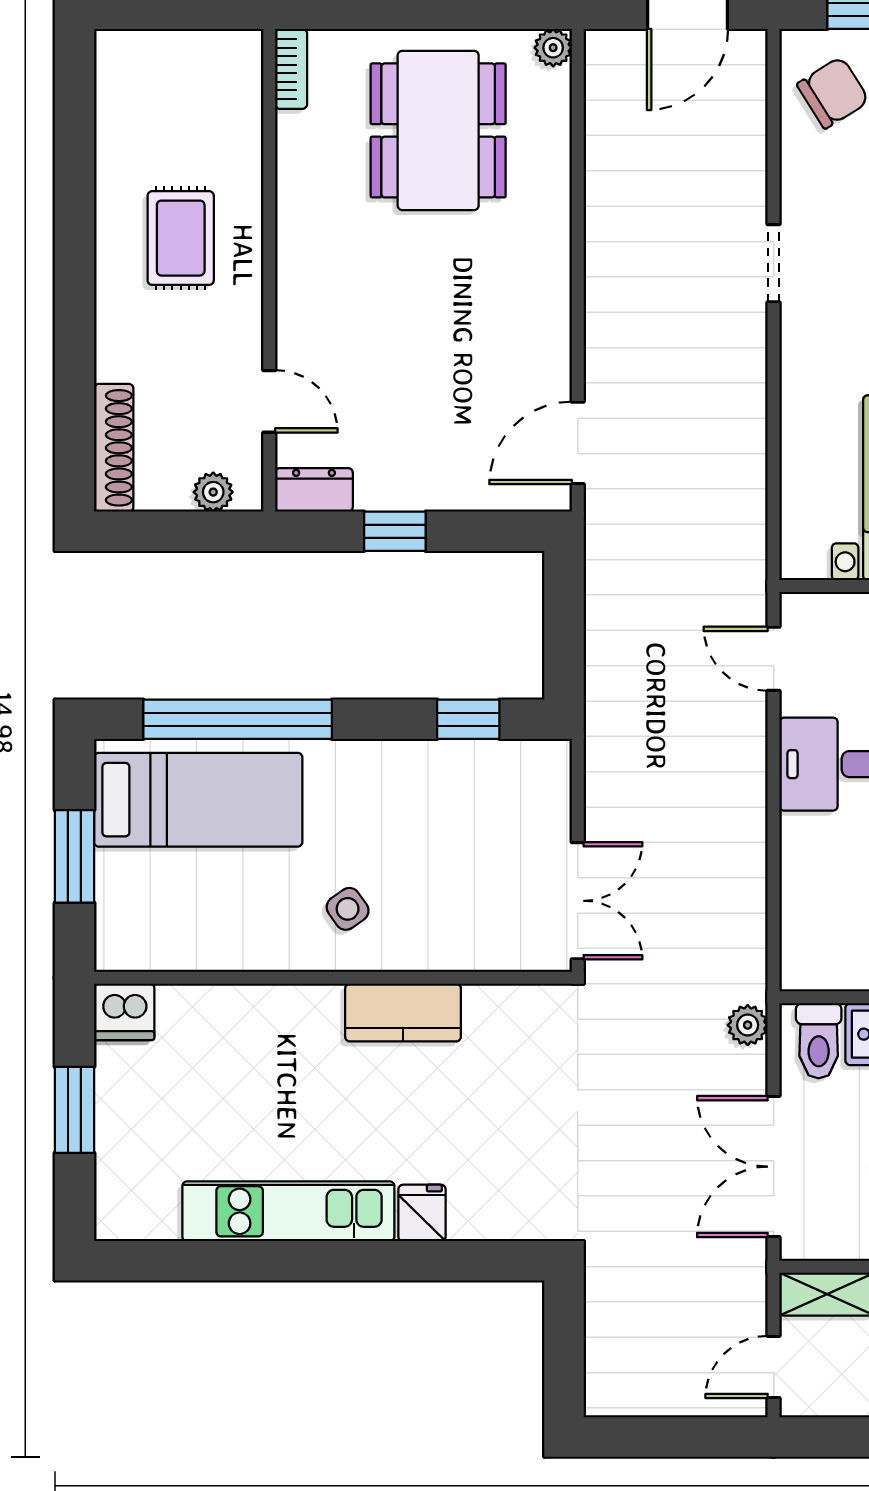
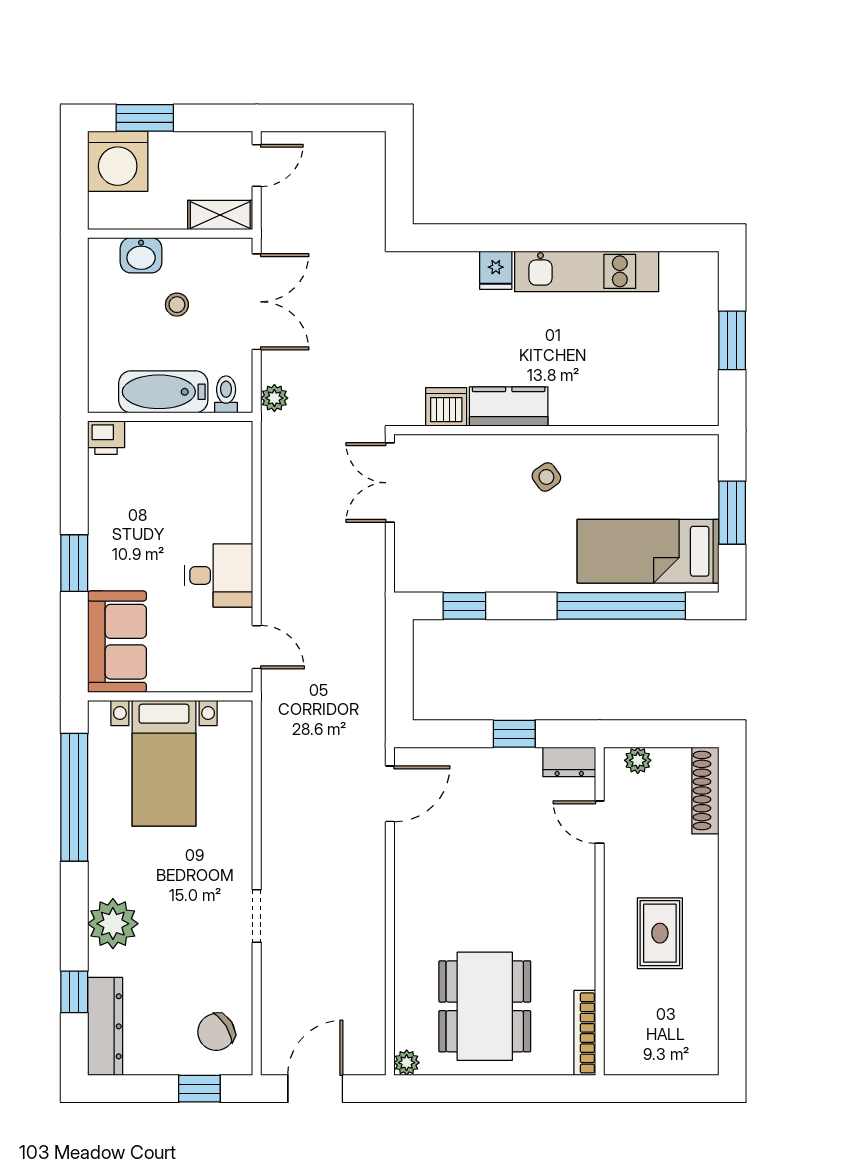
bookcase: (291, 69) -> (585, 1033), width x1.56
dishwasher: (124, 1012) -> (446, 407), moved
toilet: (819, 1041) -> (226, 394), width x0.73, depth x0.72

